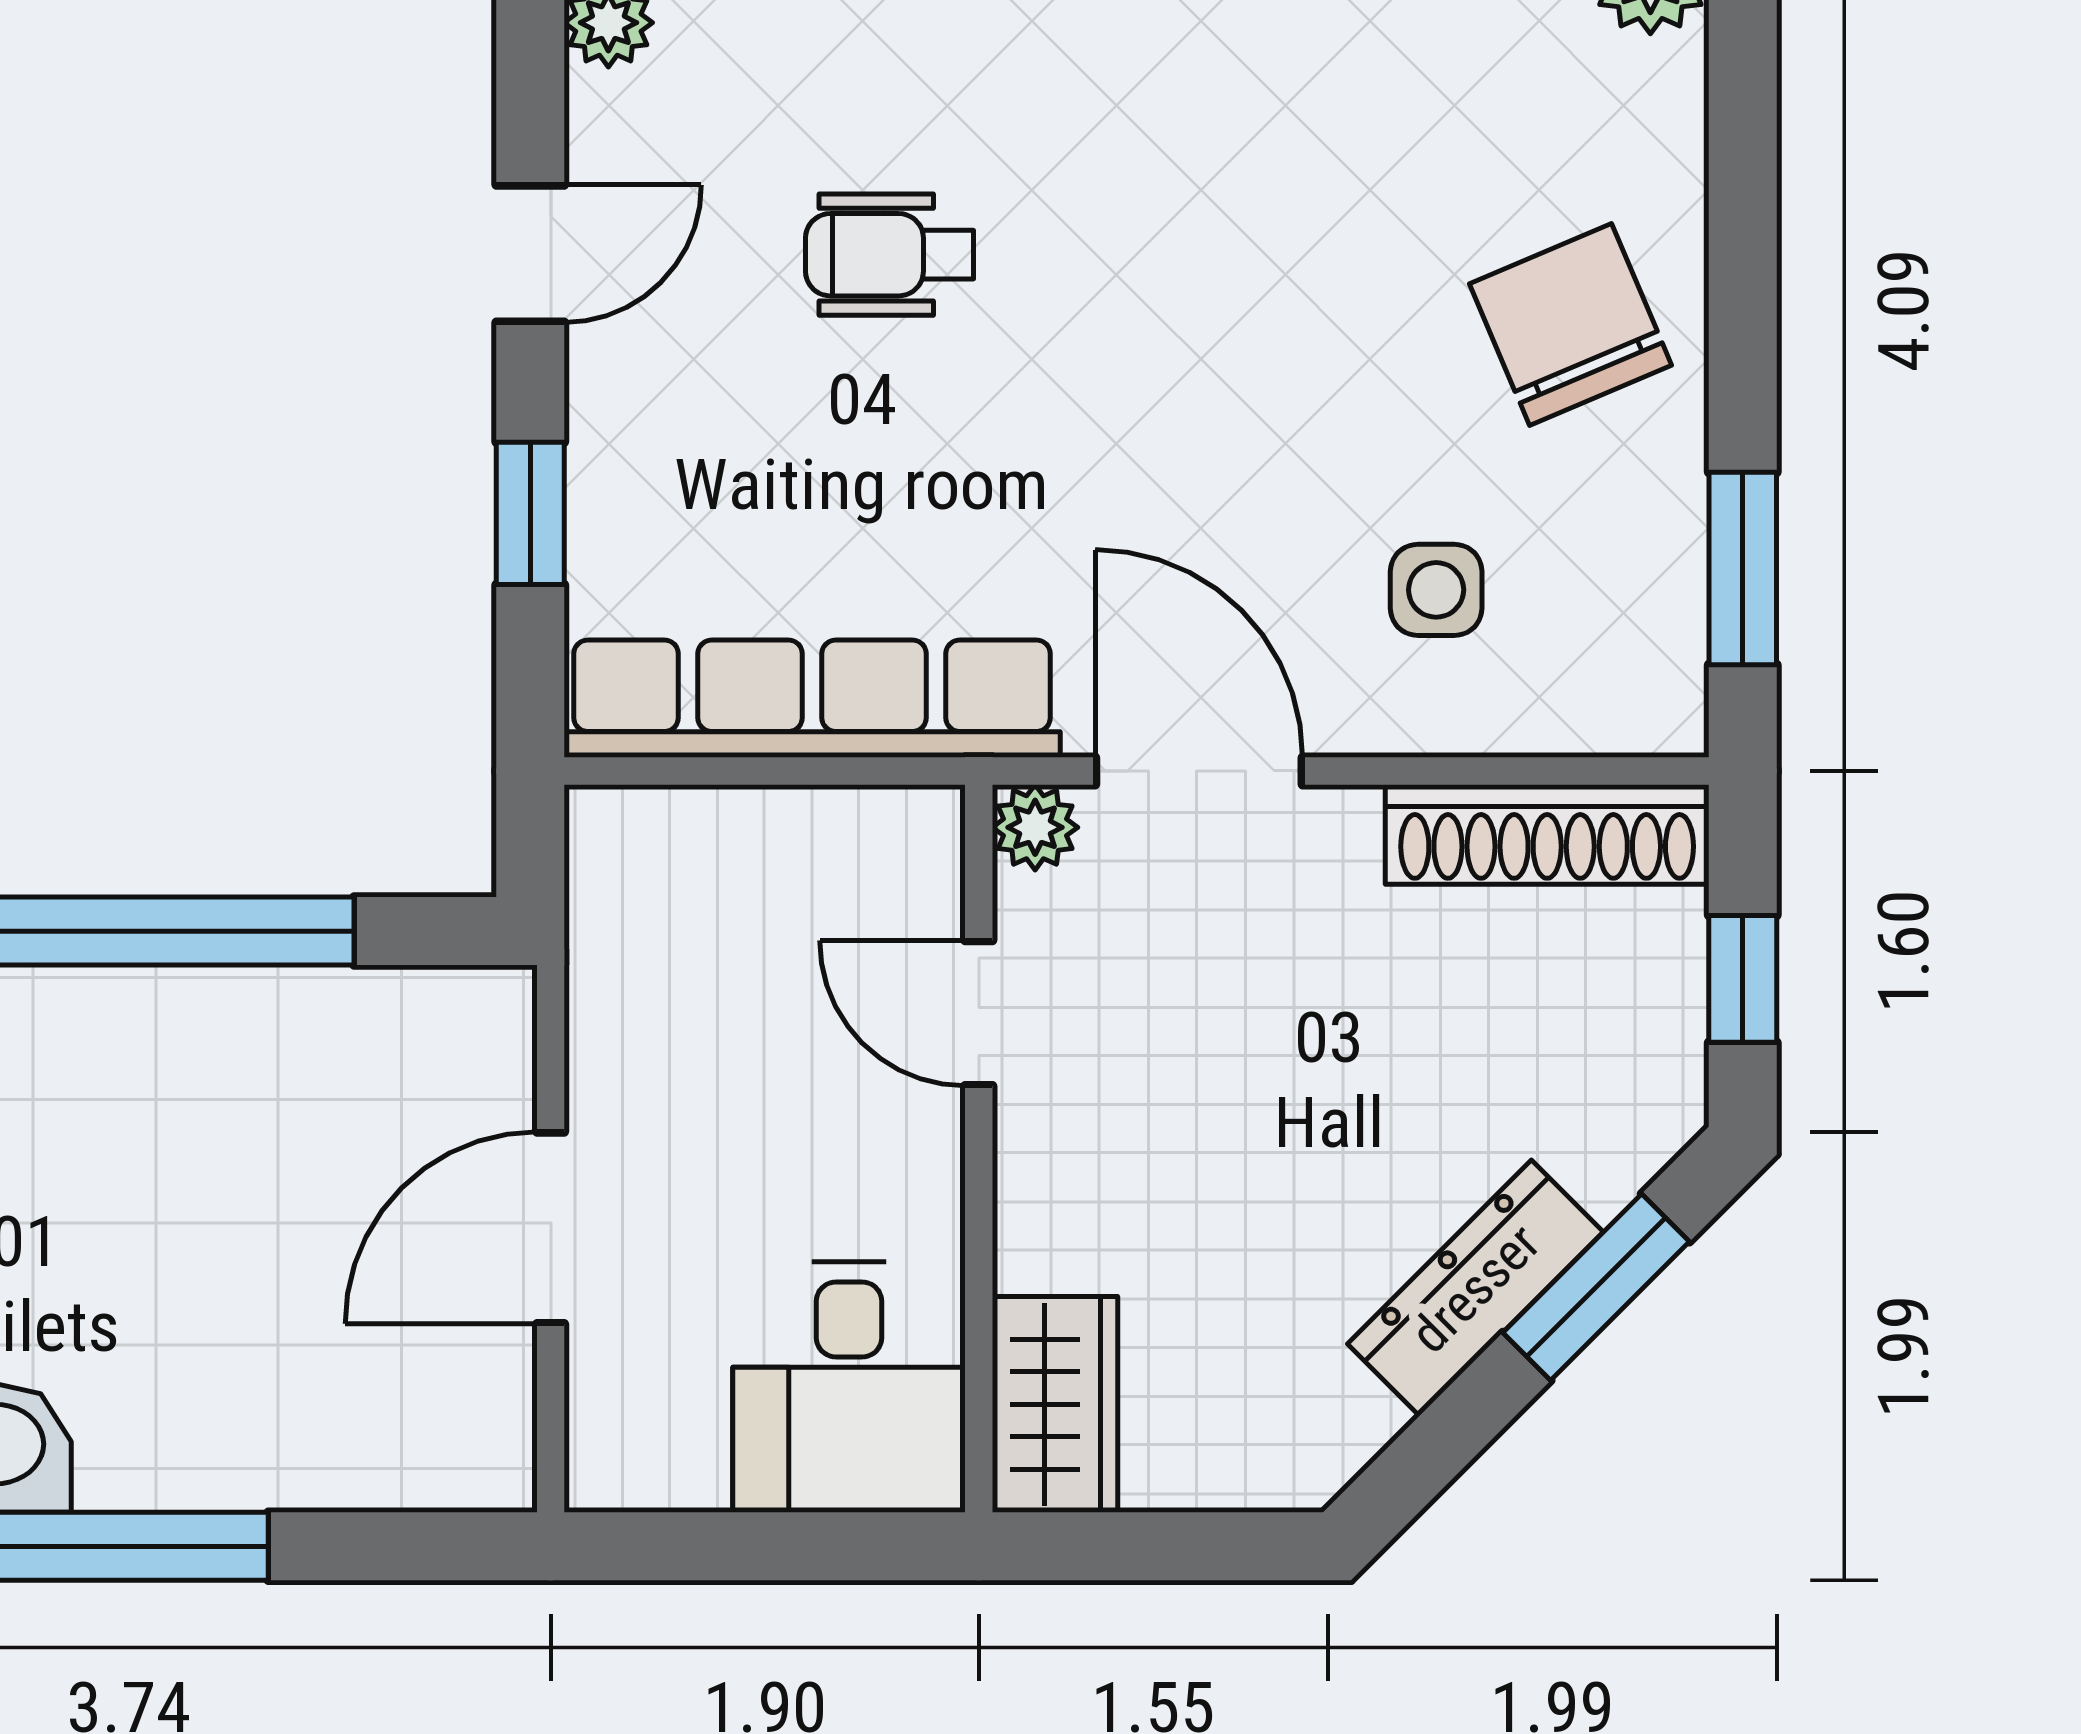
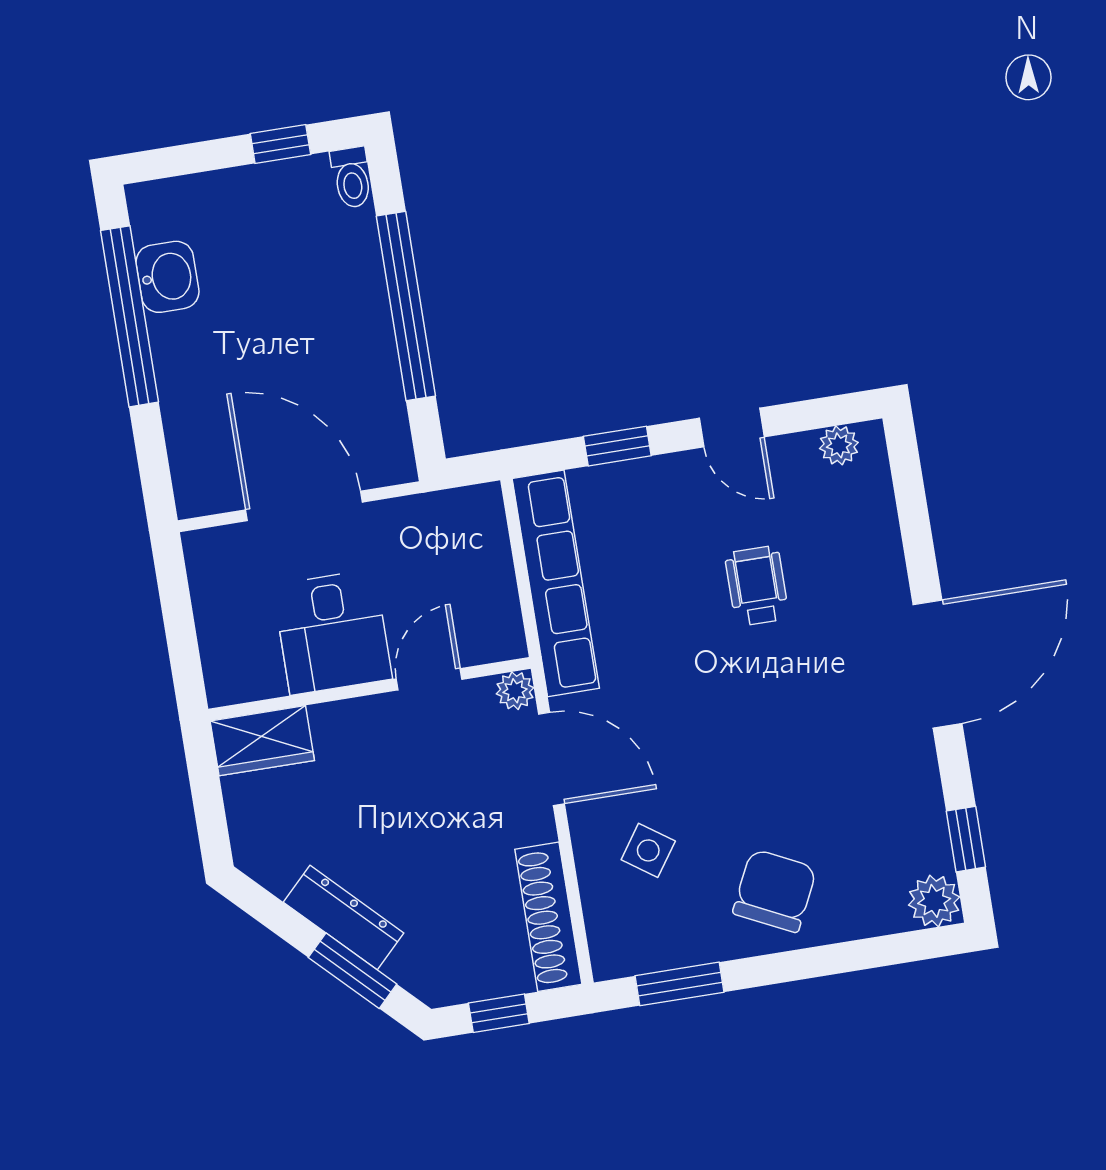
chair: (1571, 325) -> (775, 891), turned -41
side table: (1436, 590) -> (648, 850), turned 35
door: (1199, 771) -> (552, 759), hinge flipped
door: (551, 1228) -> (304, 506), width x1.36
desk: (849, 1387) -> (332, 632), moved, turned -90

